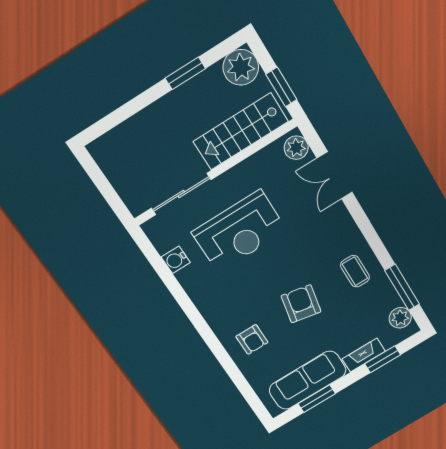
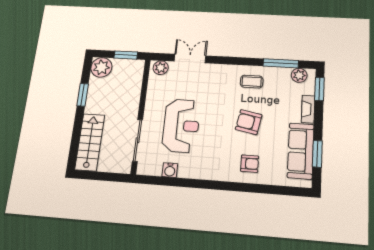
stairs: (241, 131) -> (90, 142), moved, turned 180
double door: (335, 175) -> (190, 58), swing flipped
window: (383, 359) -> (319, 89), moved

